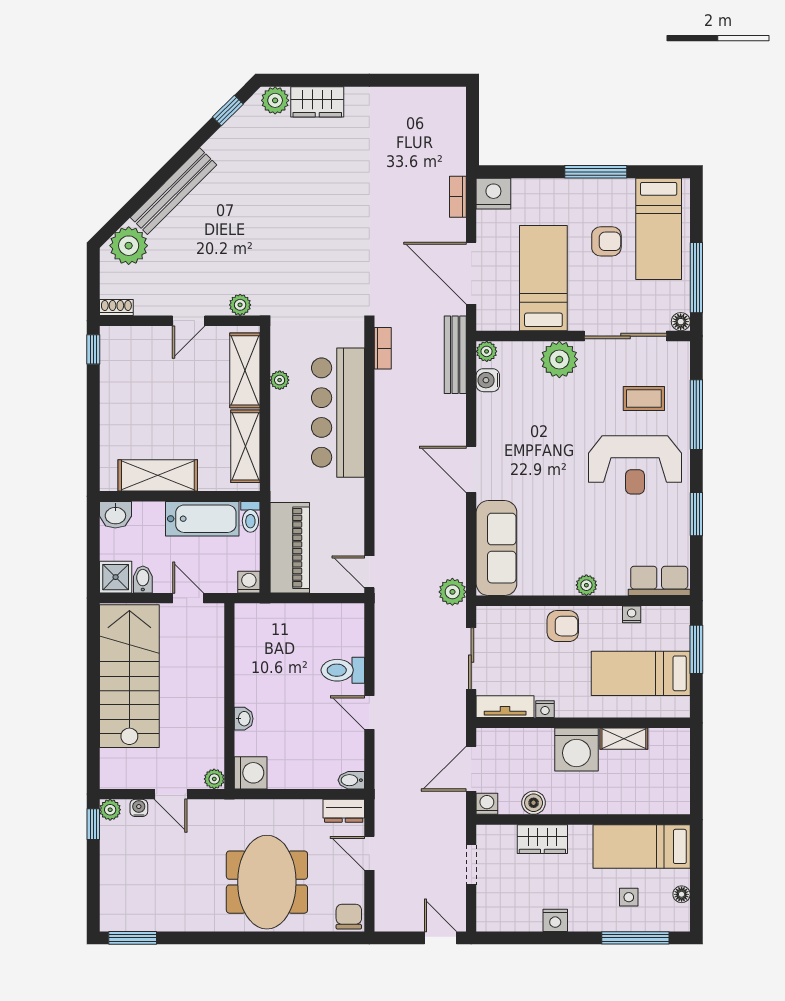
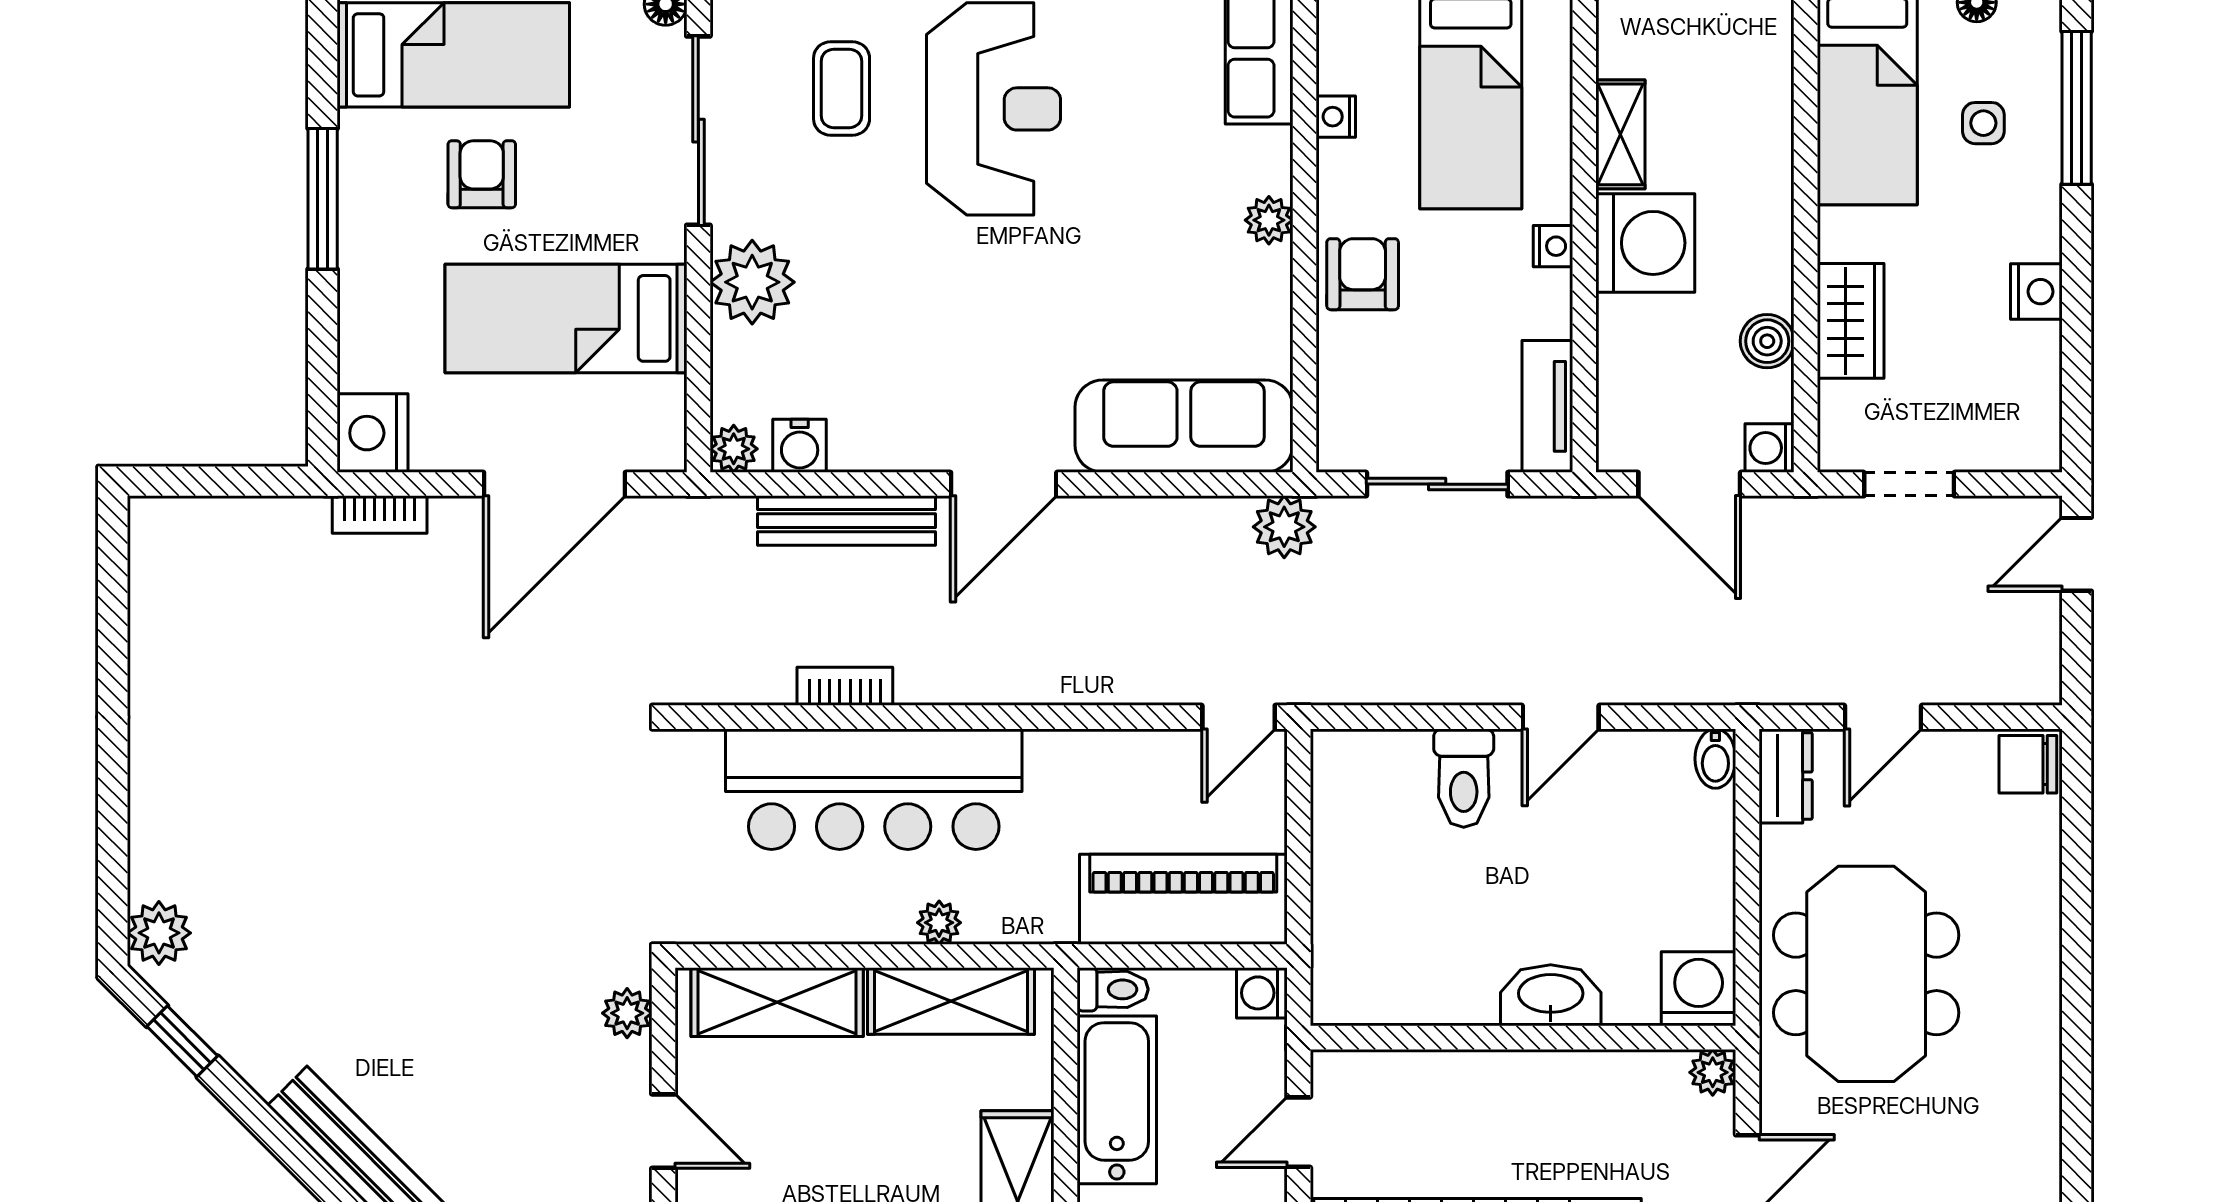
wardrobe: (317, 102) -> (162, 836), removed
bookcase: (383, 348) -> (845, 686), moved
bench: (455, 355) -> (847, 521), moved
plant: (280, 380) -> (939, 923), moved
nightstand: (545, 709) -> (1553, 246), moved
washbasin: (244, 719) -> (1551, 995), width x1.91, depth x1.45
meeting table: (267, 882) -> (1866, 974), moved, turned 90

